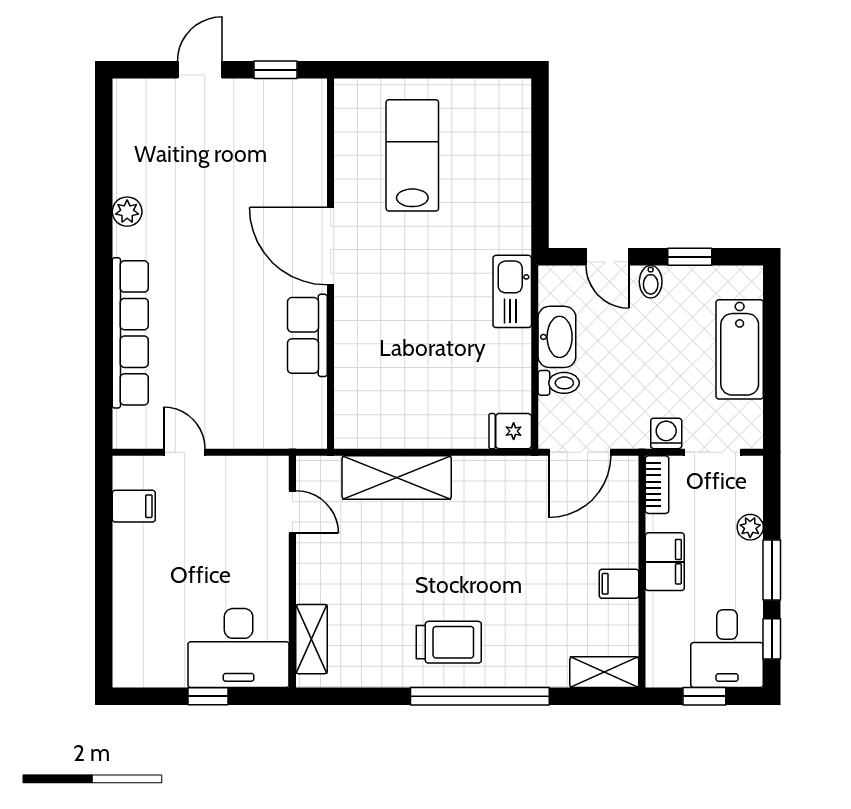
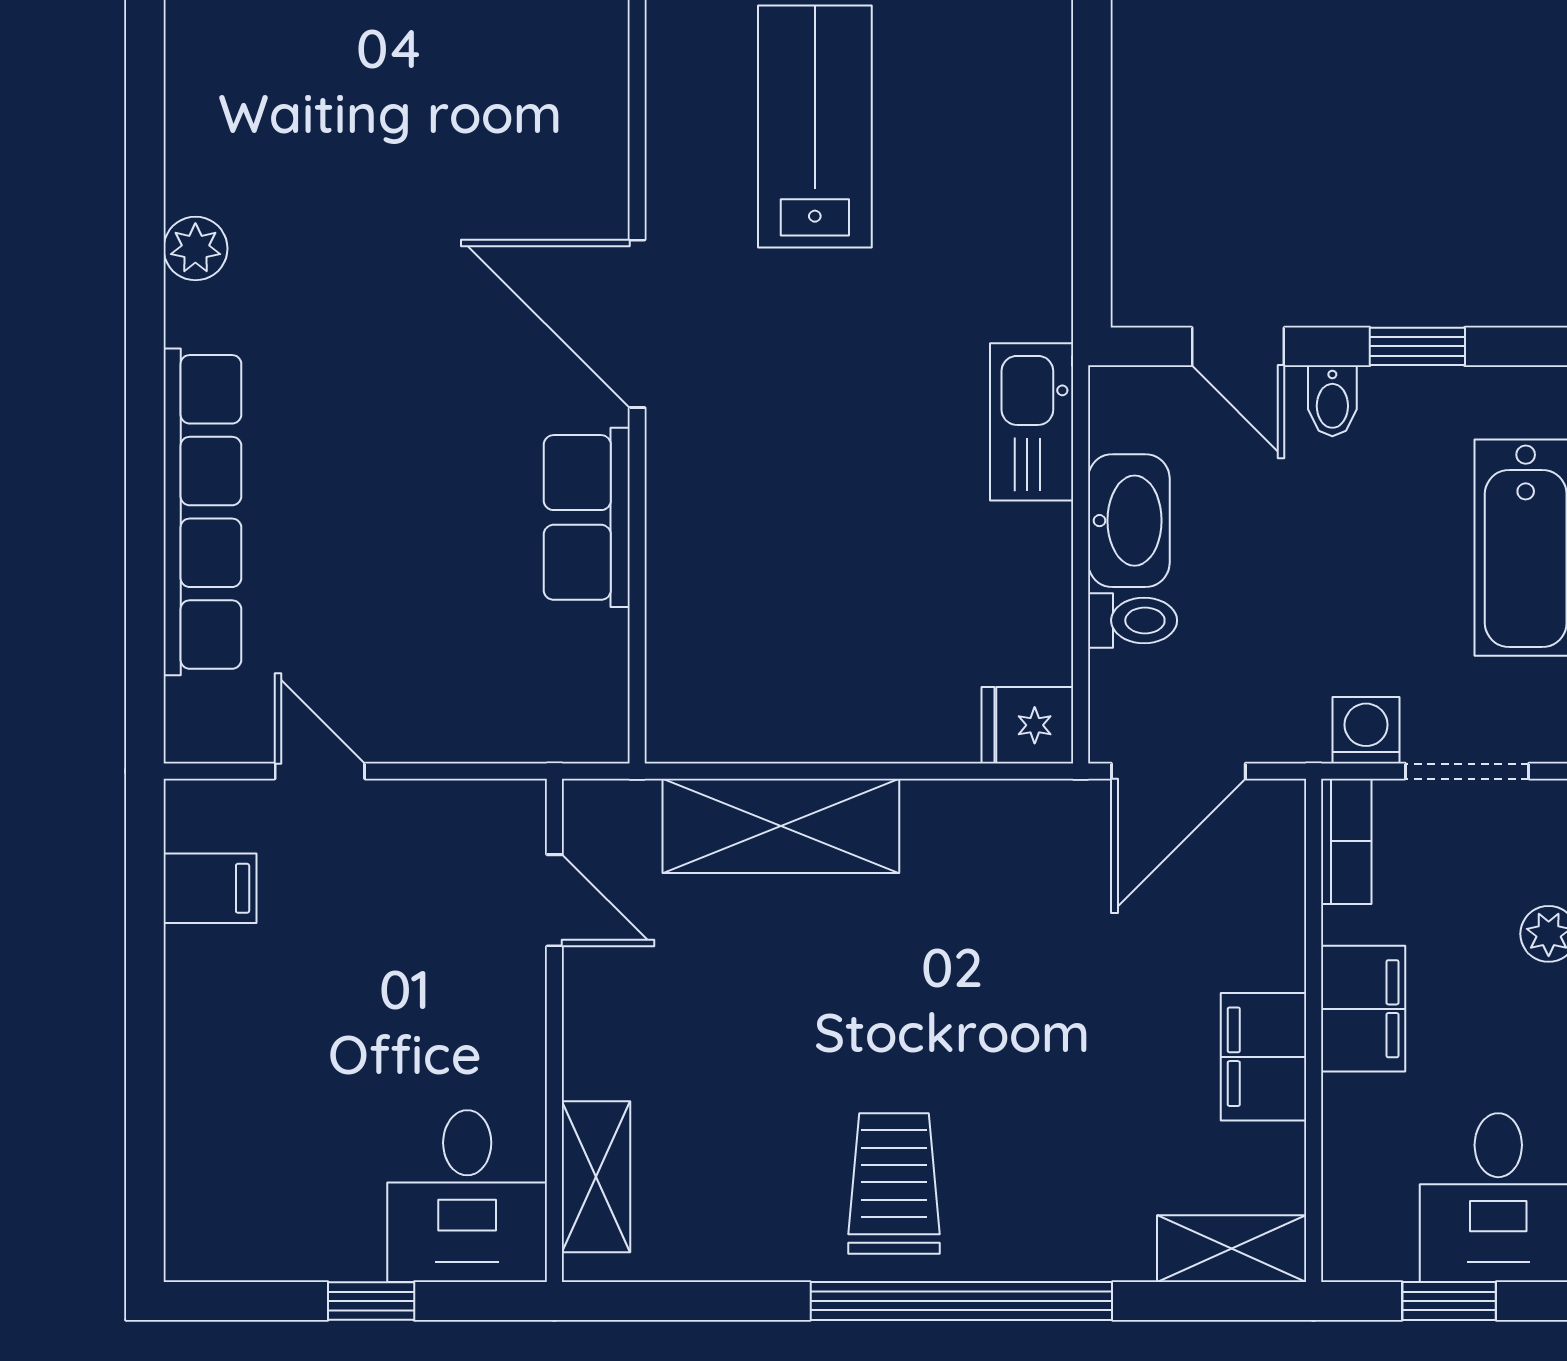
filing cabinet: (619, 584) -> (1264, 1057), width x2.00
trolley: (449, 642) -> (894, 1184), turned -90
desk: (239, 648) -> (467, 1196), width x0.73

